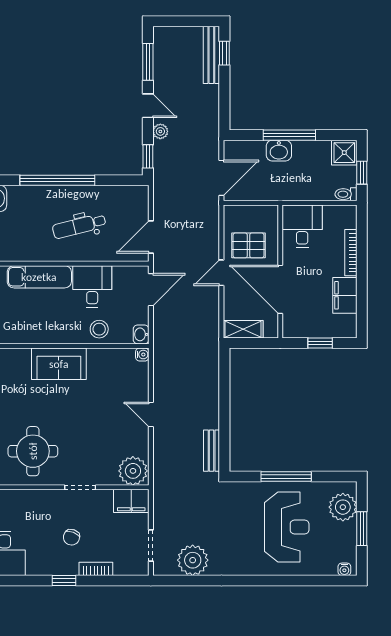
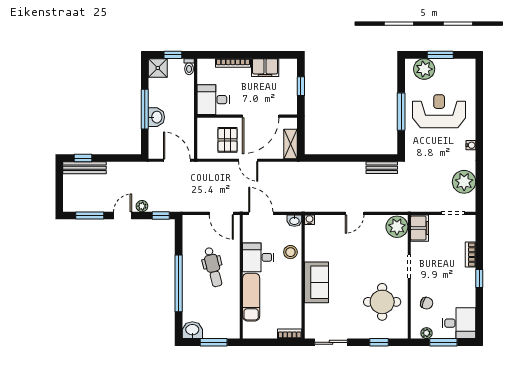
chair: (71, 537) -> (427, 303), moved
water cooler: (344, 569) -> (471, 145), moved

